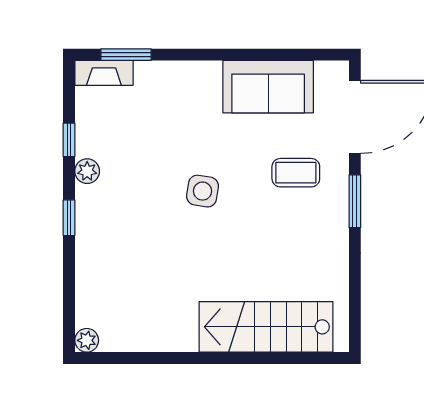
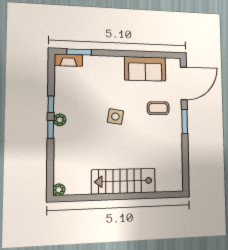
window: (69, 140) -> (51, 104), moved
plant: (87, 171) -> (60, 120), moved
stairs: (266, 327) -> (124, 181), moved

